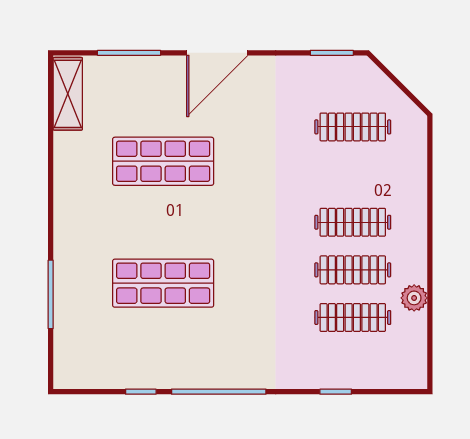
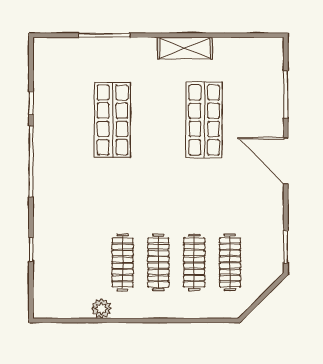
shelving: (68, 94) -> (185, 48), moved
clothes rail: (353, 317) -> (194, 262), moved

